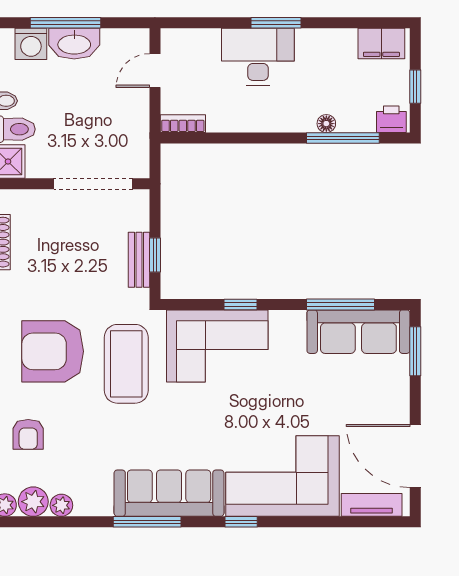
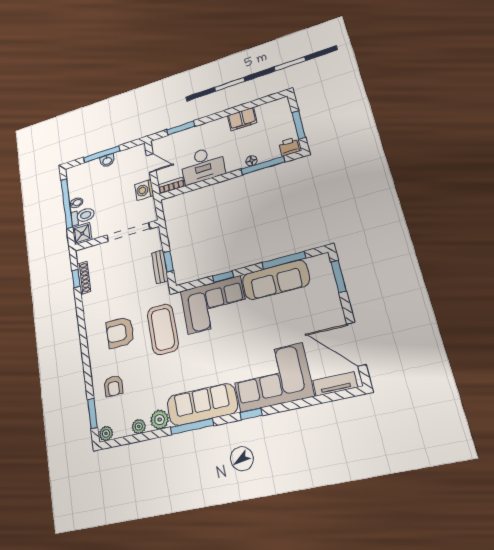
window: (276, 23) -> (181, 128), moved
washing machine: (31, 44) -> (144, 190), moved, turned 90
washbasin: (74, 44) -> (107, 161), width x0.52, depth x0.69
filing cabinet: (381, 44) -> (242, 119), moved
desk: (258, 57) -> (203, 165), moved, turned 180
door: (155, 71) -> (151, 163), swing flipped
window: (415, 87) -> (299, 125), width x1.50
sofa: (358, 332) -> (276, 280), moved
armchair: (53, 351) -> (120, 332), width x0.73, depth x0.73
plant: (33, 502) -> (160, 420), moved

